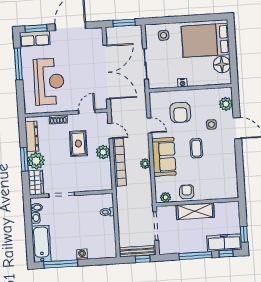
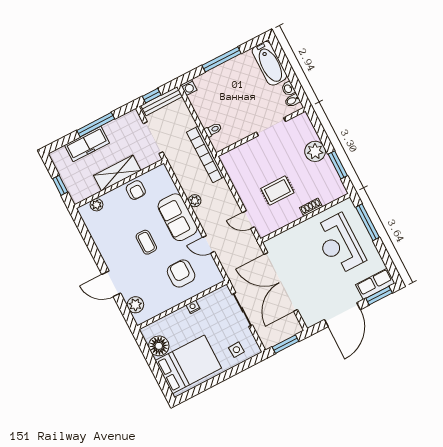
window: (18, 64) -> (367, 222), moved
door: (87, 112) -> (283, 229), removed
side table: (211, 124) -> (141, 275), removed
dresser: (32, 136) -> (331, 176), removed
rug: (78, 143) -> (277, 191), turned 90
plant: (103, 152) -> (246, 193), removed
window: (24, 159) -> (338, 165), moved
bookcase: (119, 162) -> (205, 154), moved
wardrobe: (36, 183) -> (305, 128), removed
plant: (166, 197) -> (97, 205), moved
window: (244, 234) -> (60, 185), moved
freezer: (224, 243) -> (87, 144), moved
washing machine: (82, 254) -> (189, 87), moved
window: (226, 254) -> (63, 142), removed
window: (61, 264) -> (222, 59), moved

